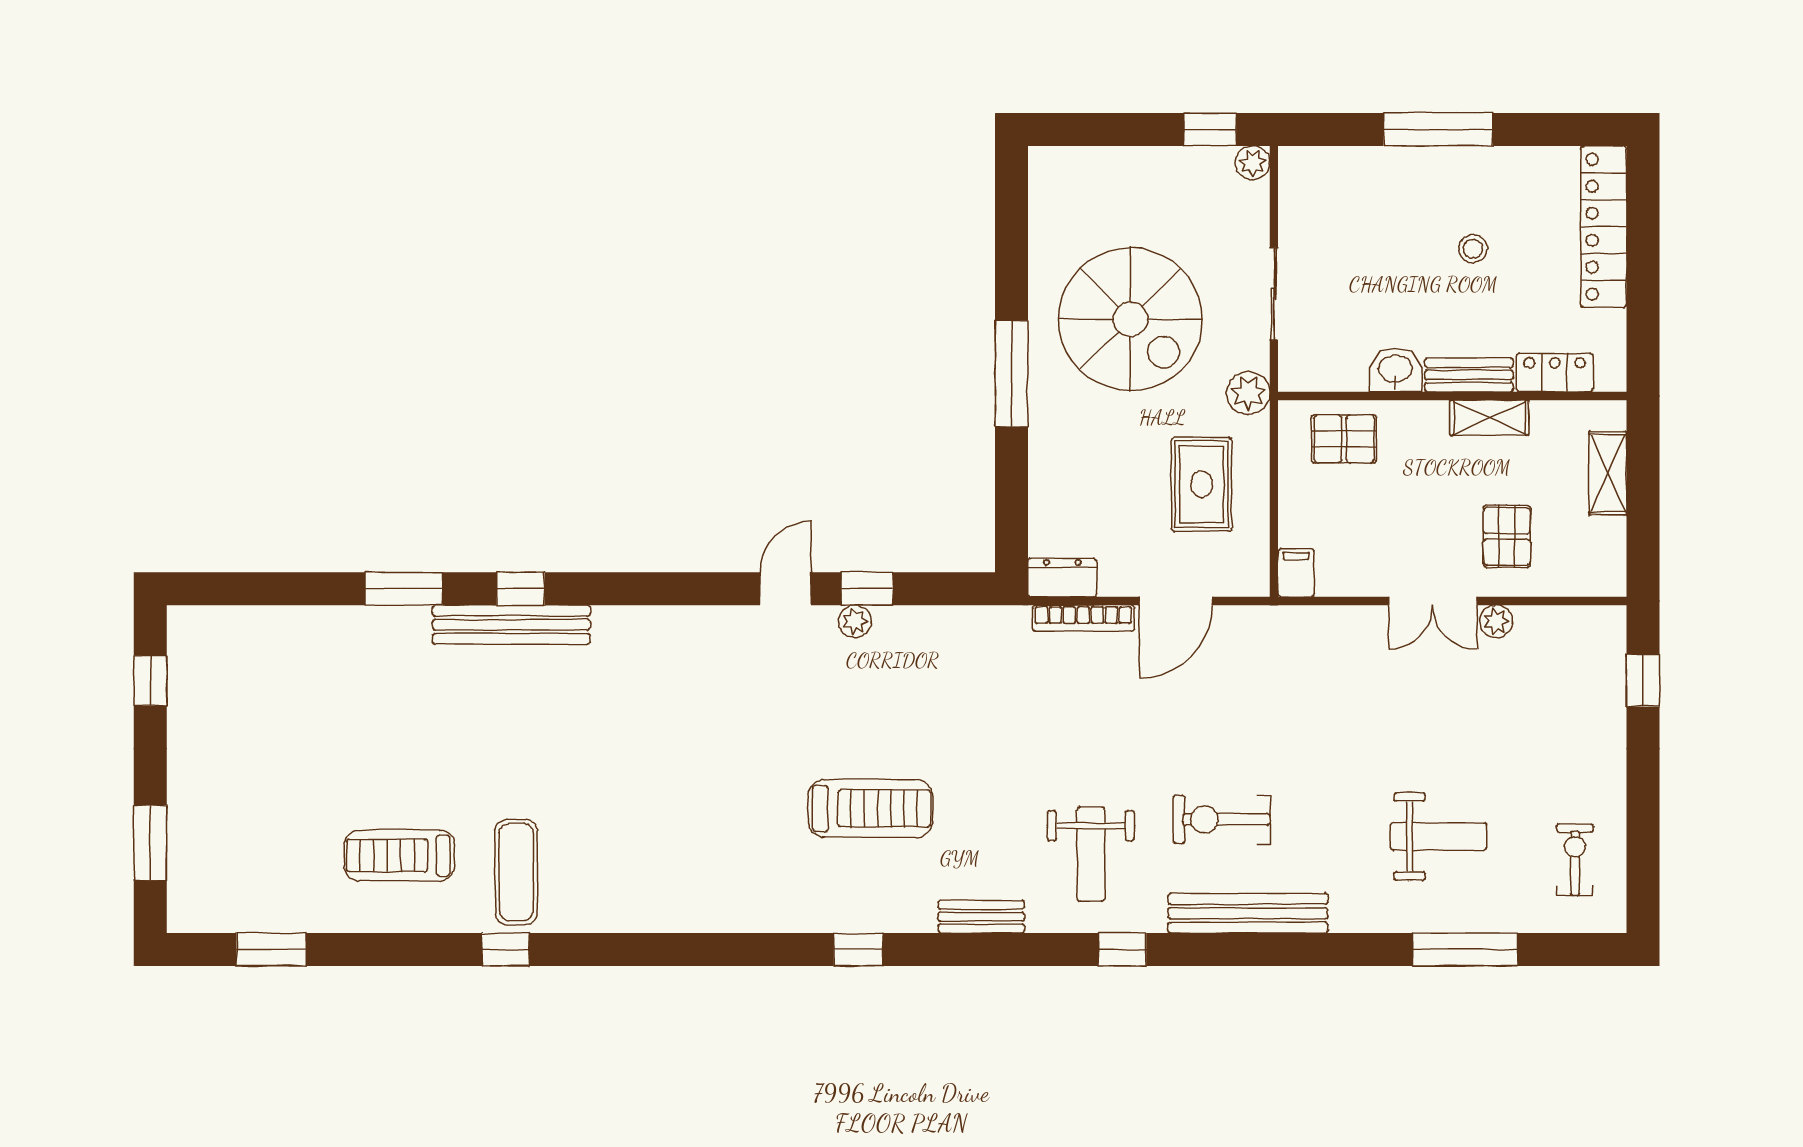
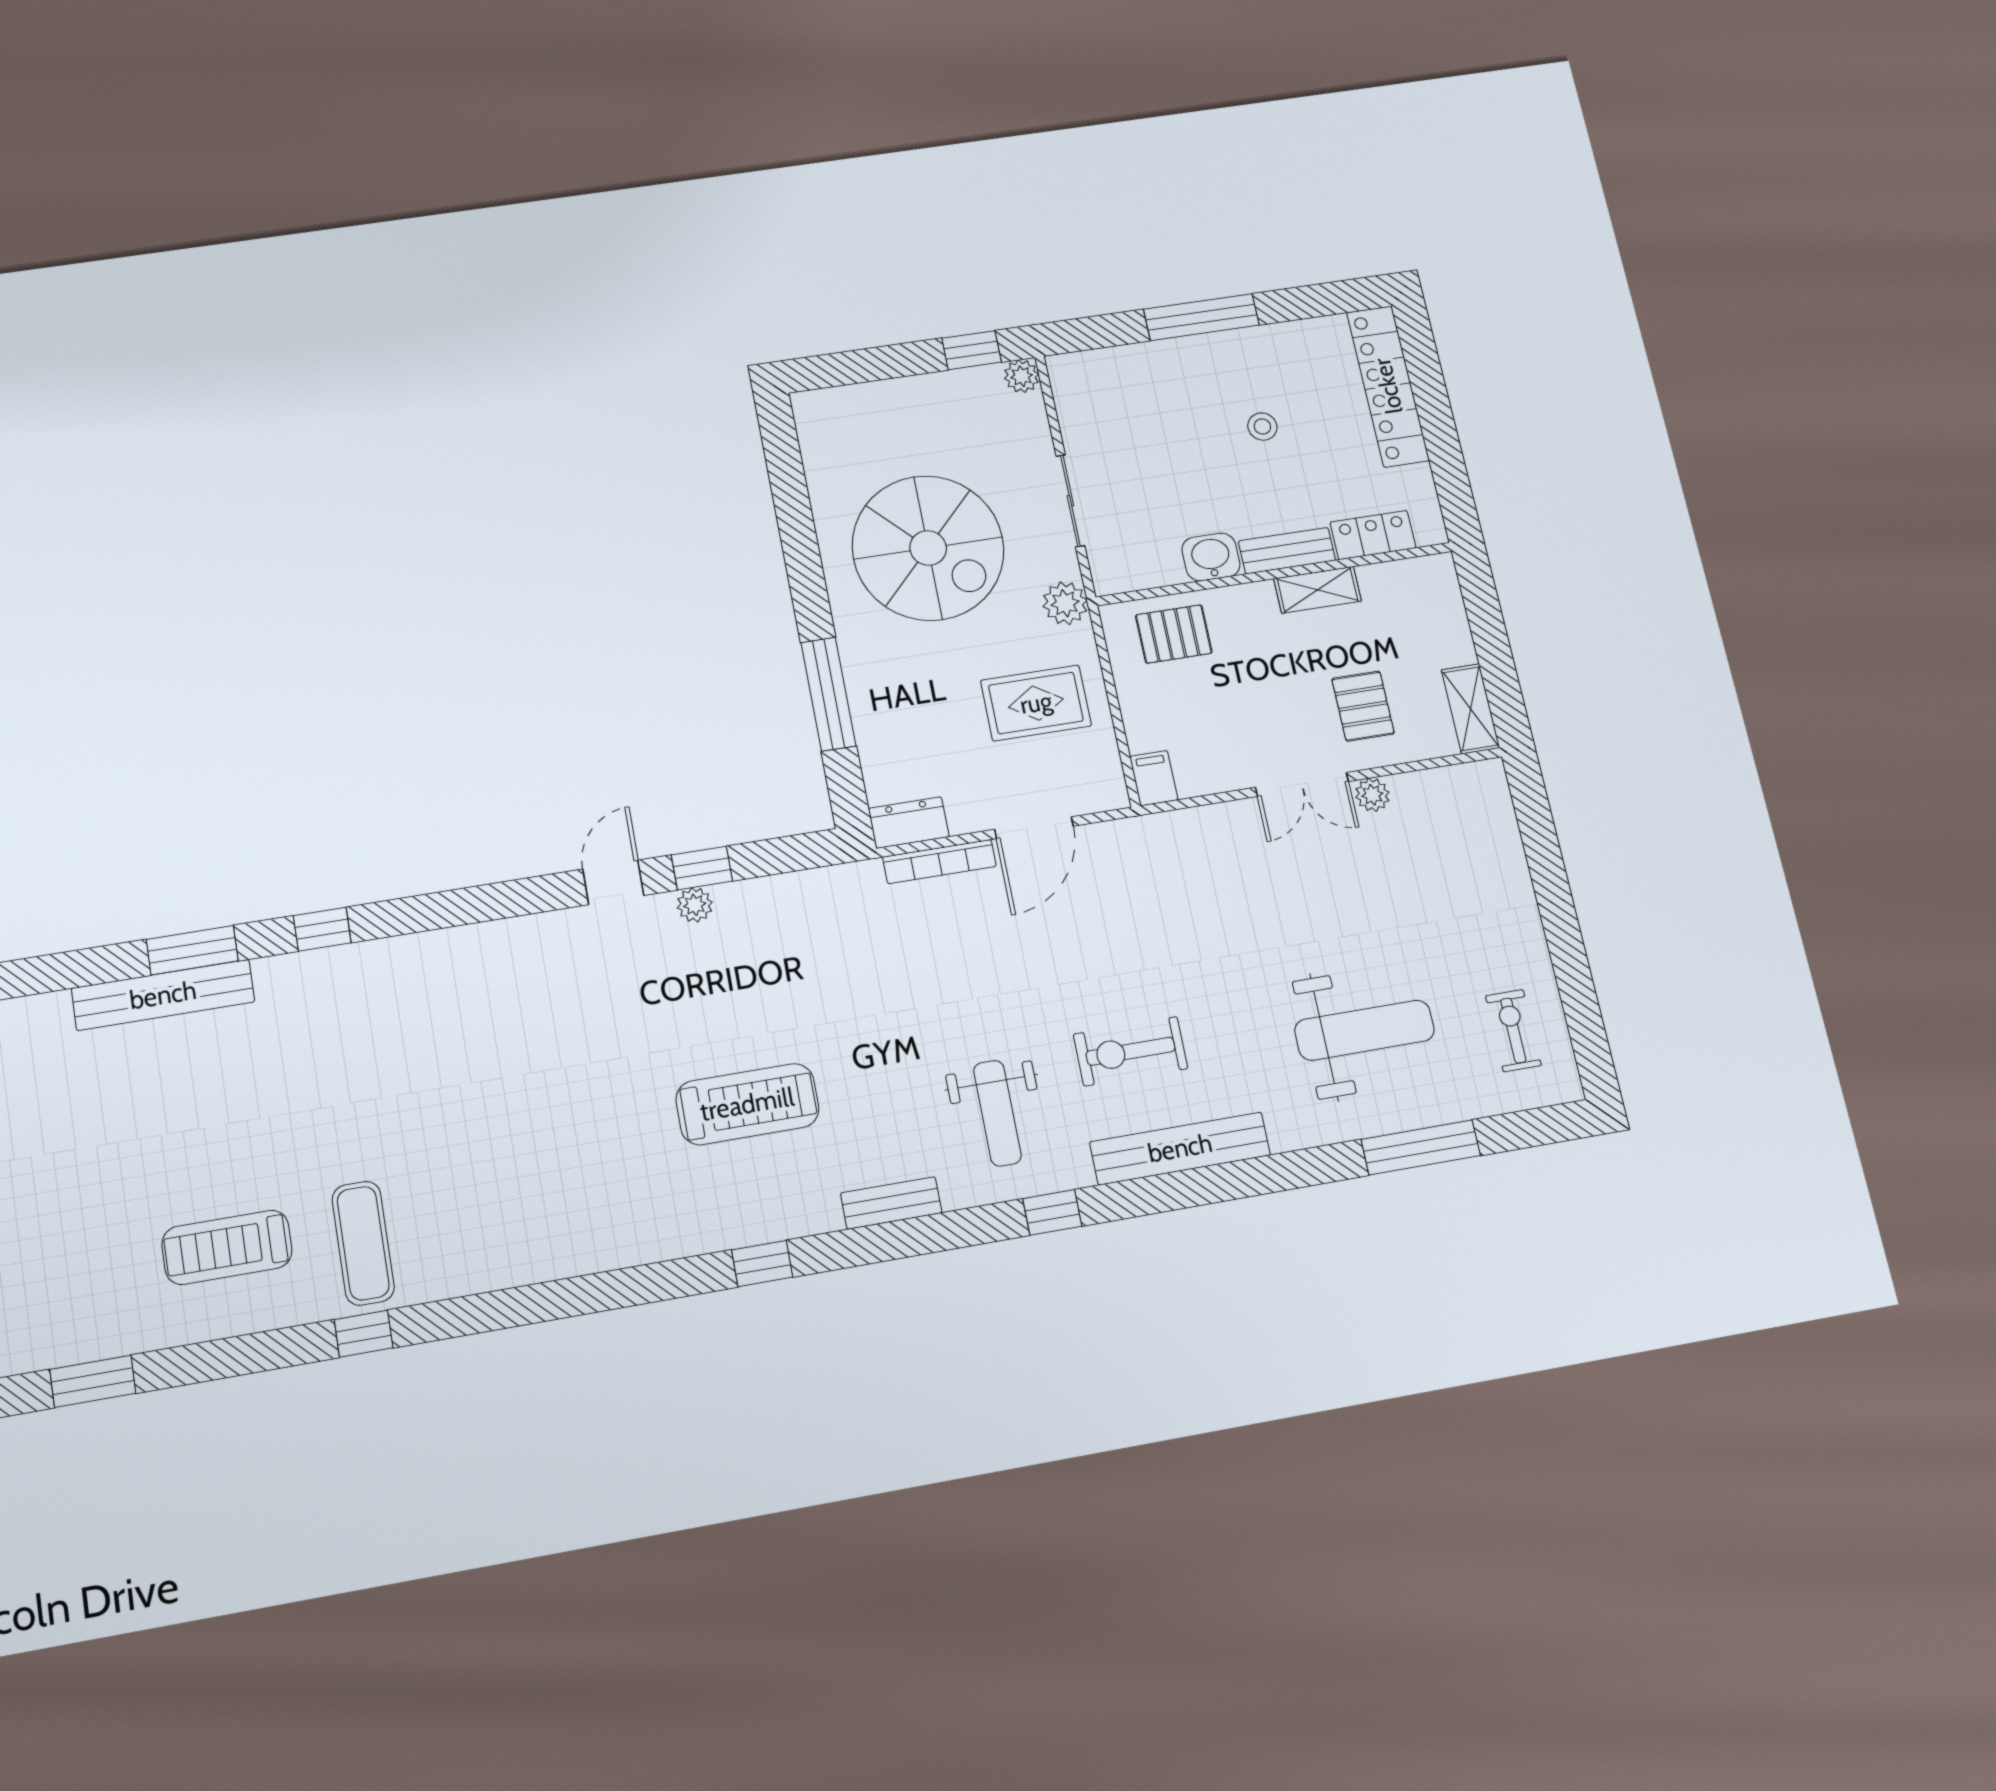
window: (1011, 374) -> (828, 694), moved
shelving: (1608, 473) -> (1471, 709), moved
rug: (1202, 484) -> (1036, 703), turned 90
bench: (511, 625) -> (163, 995), moved
window: (1643, 680) -> (1538, 831), removed
weight bench: (1439, 836) -> (1365, 1030), width x1.36, depth x1.33

